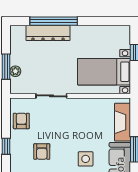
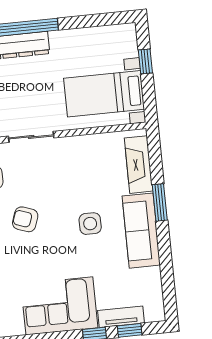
armchair: (42, 152) -> (25, 219), turned 109

